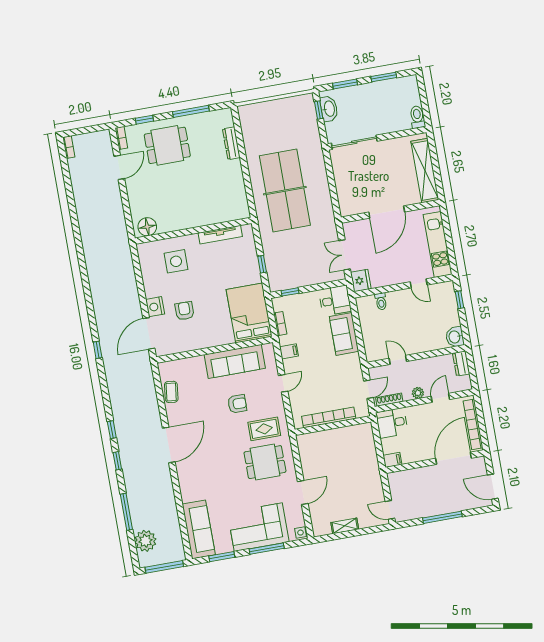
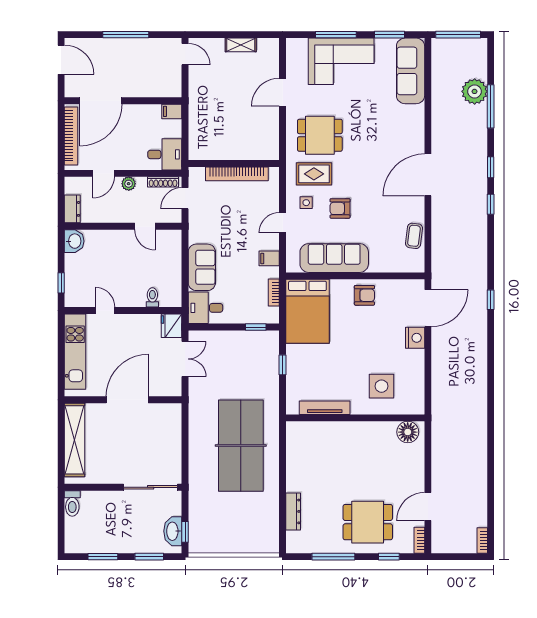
armchair: (185, 311) -> (364, 295), moved, turned -90
side table: (300, 533) -> (306, 203), moved
plant: (145, 541) -> (475, 91), moved

